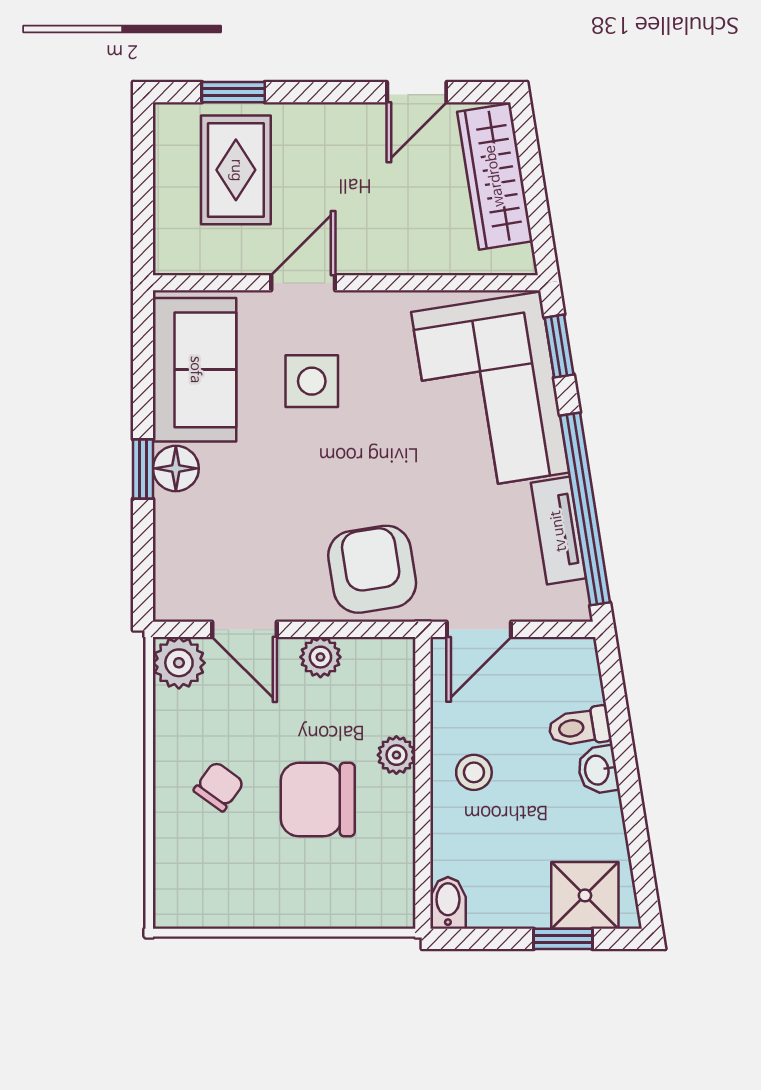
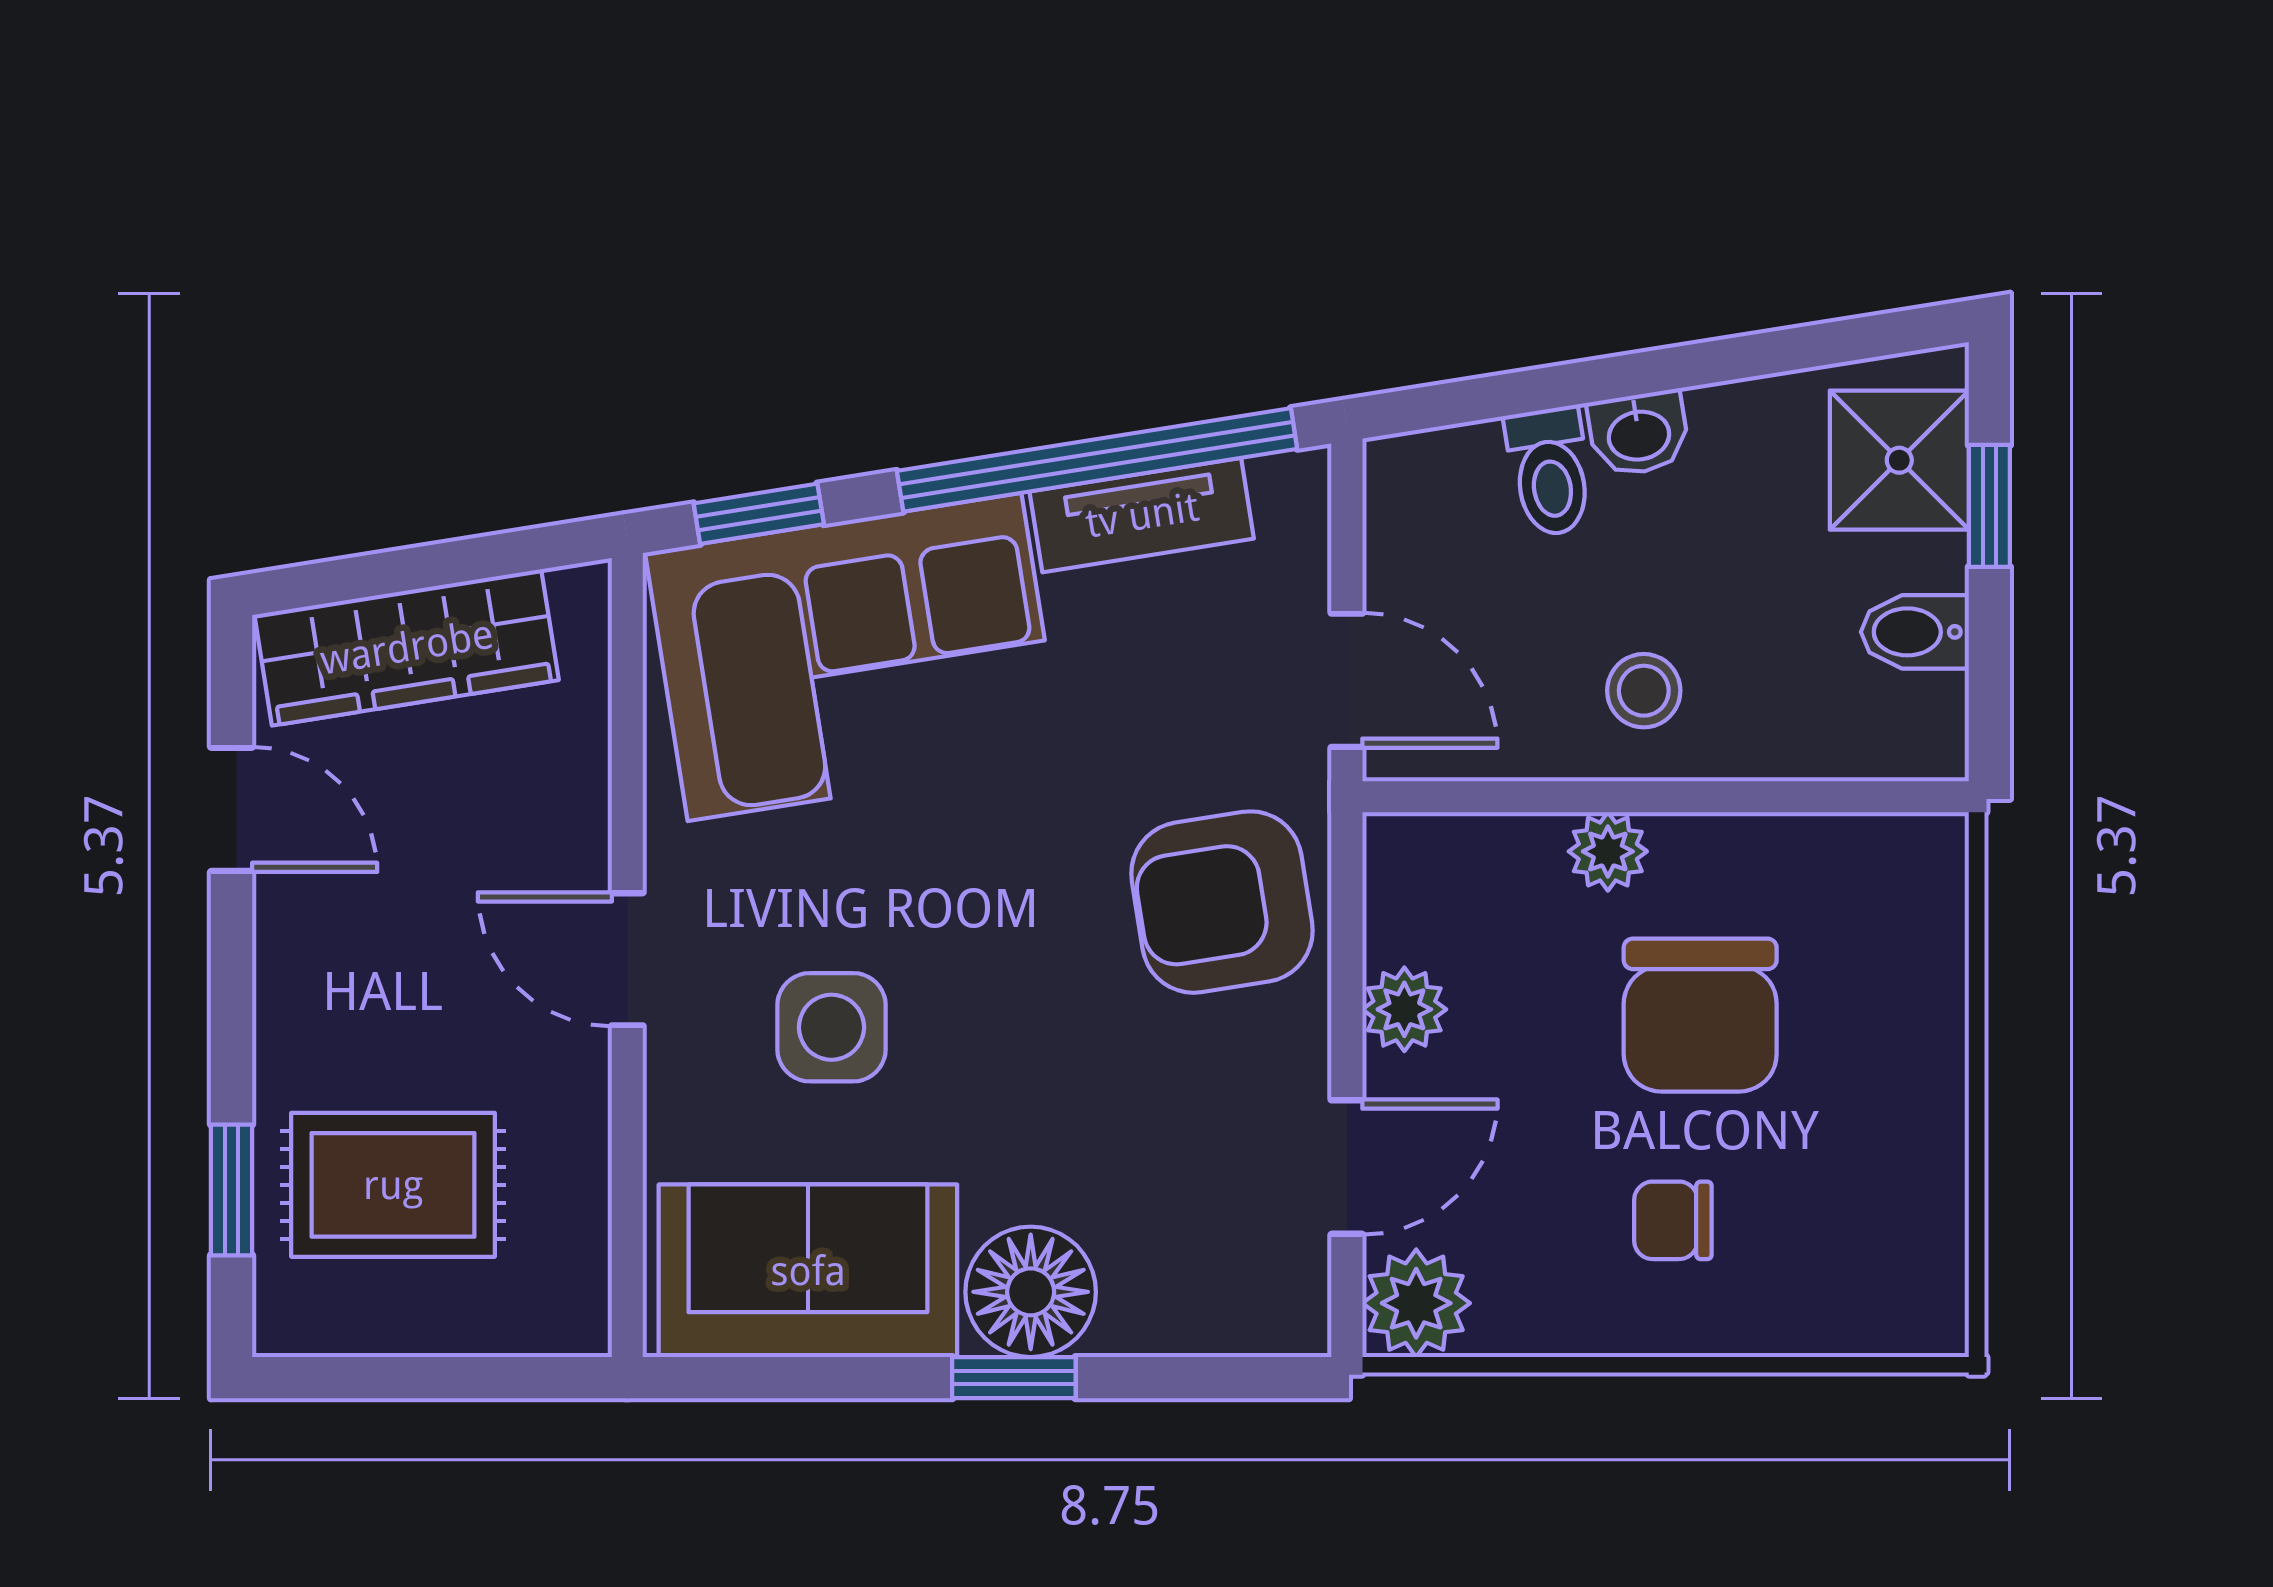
door: (303, 283) -> (627, 959), moved
floor lamp: (176, 468) -> (1031, 1292), width x1.38, depth x1.38
chair: (219, 786) -> (1673, 1220), turned -36
bidet: (448, 903) -> (1915, 632), moved

